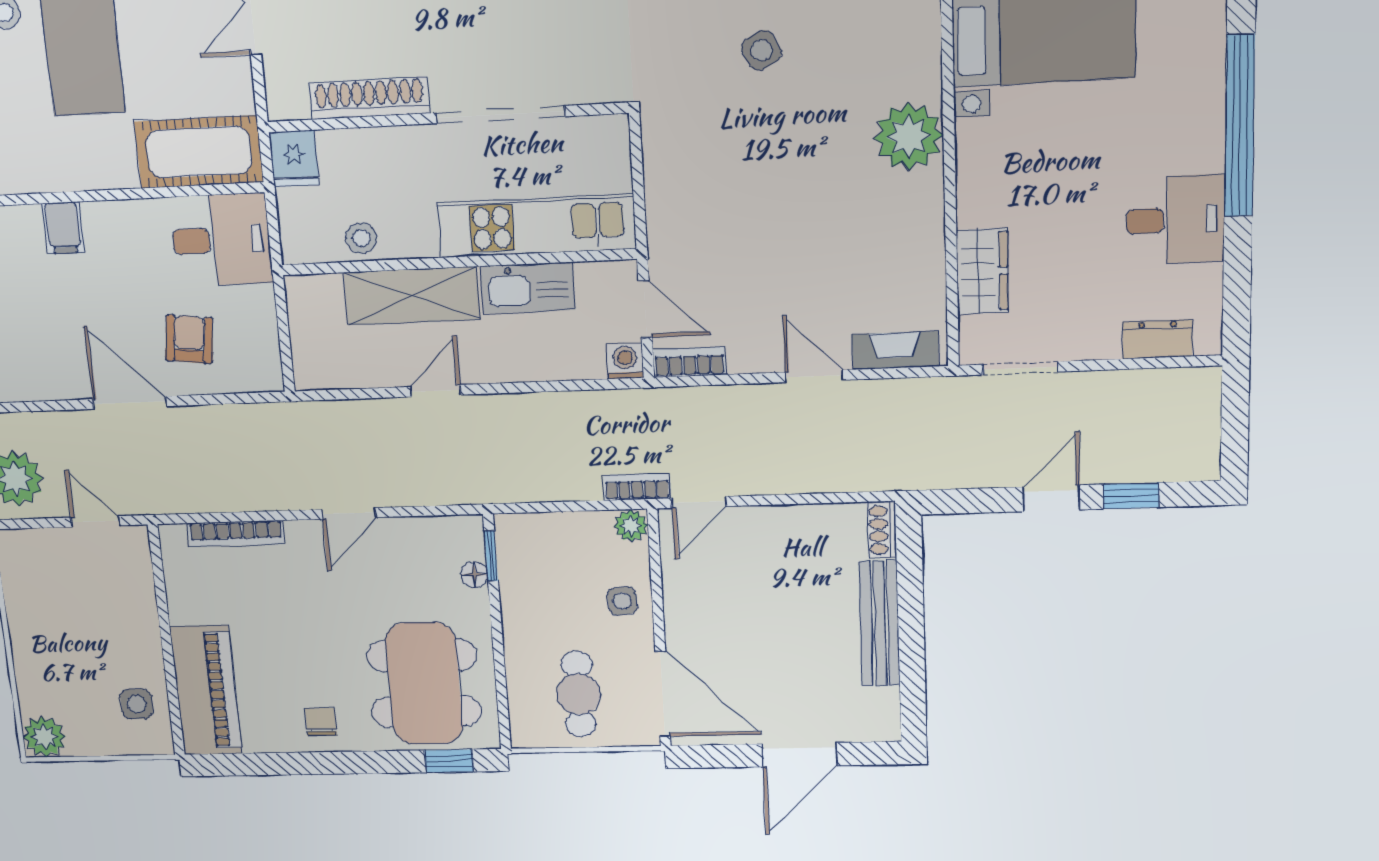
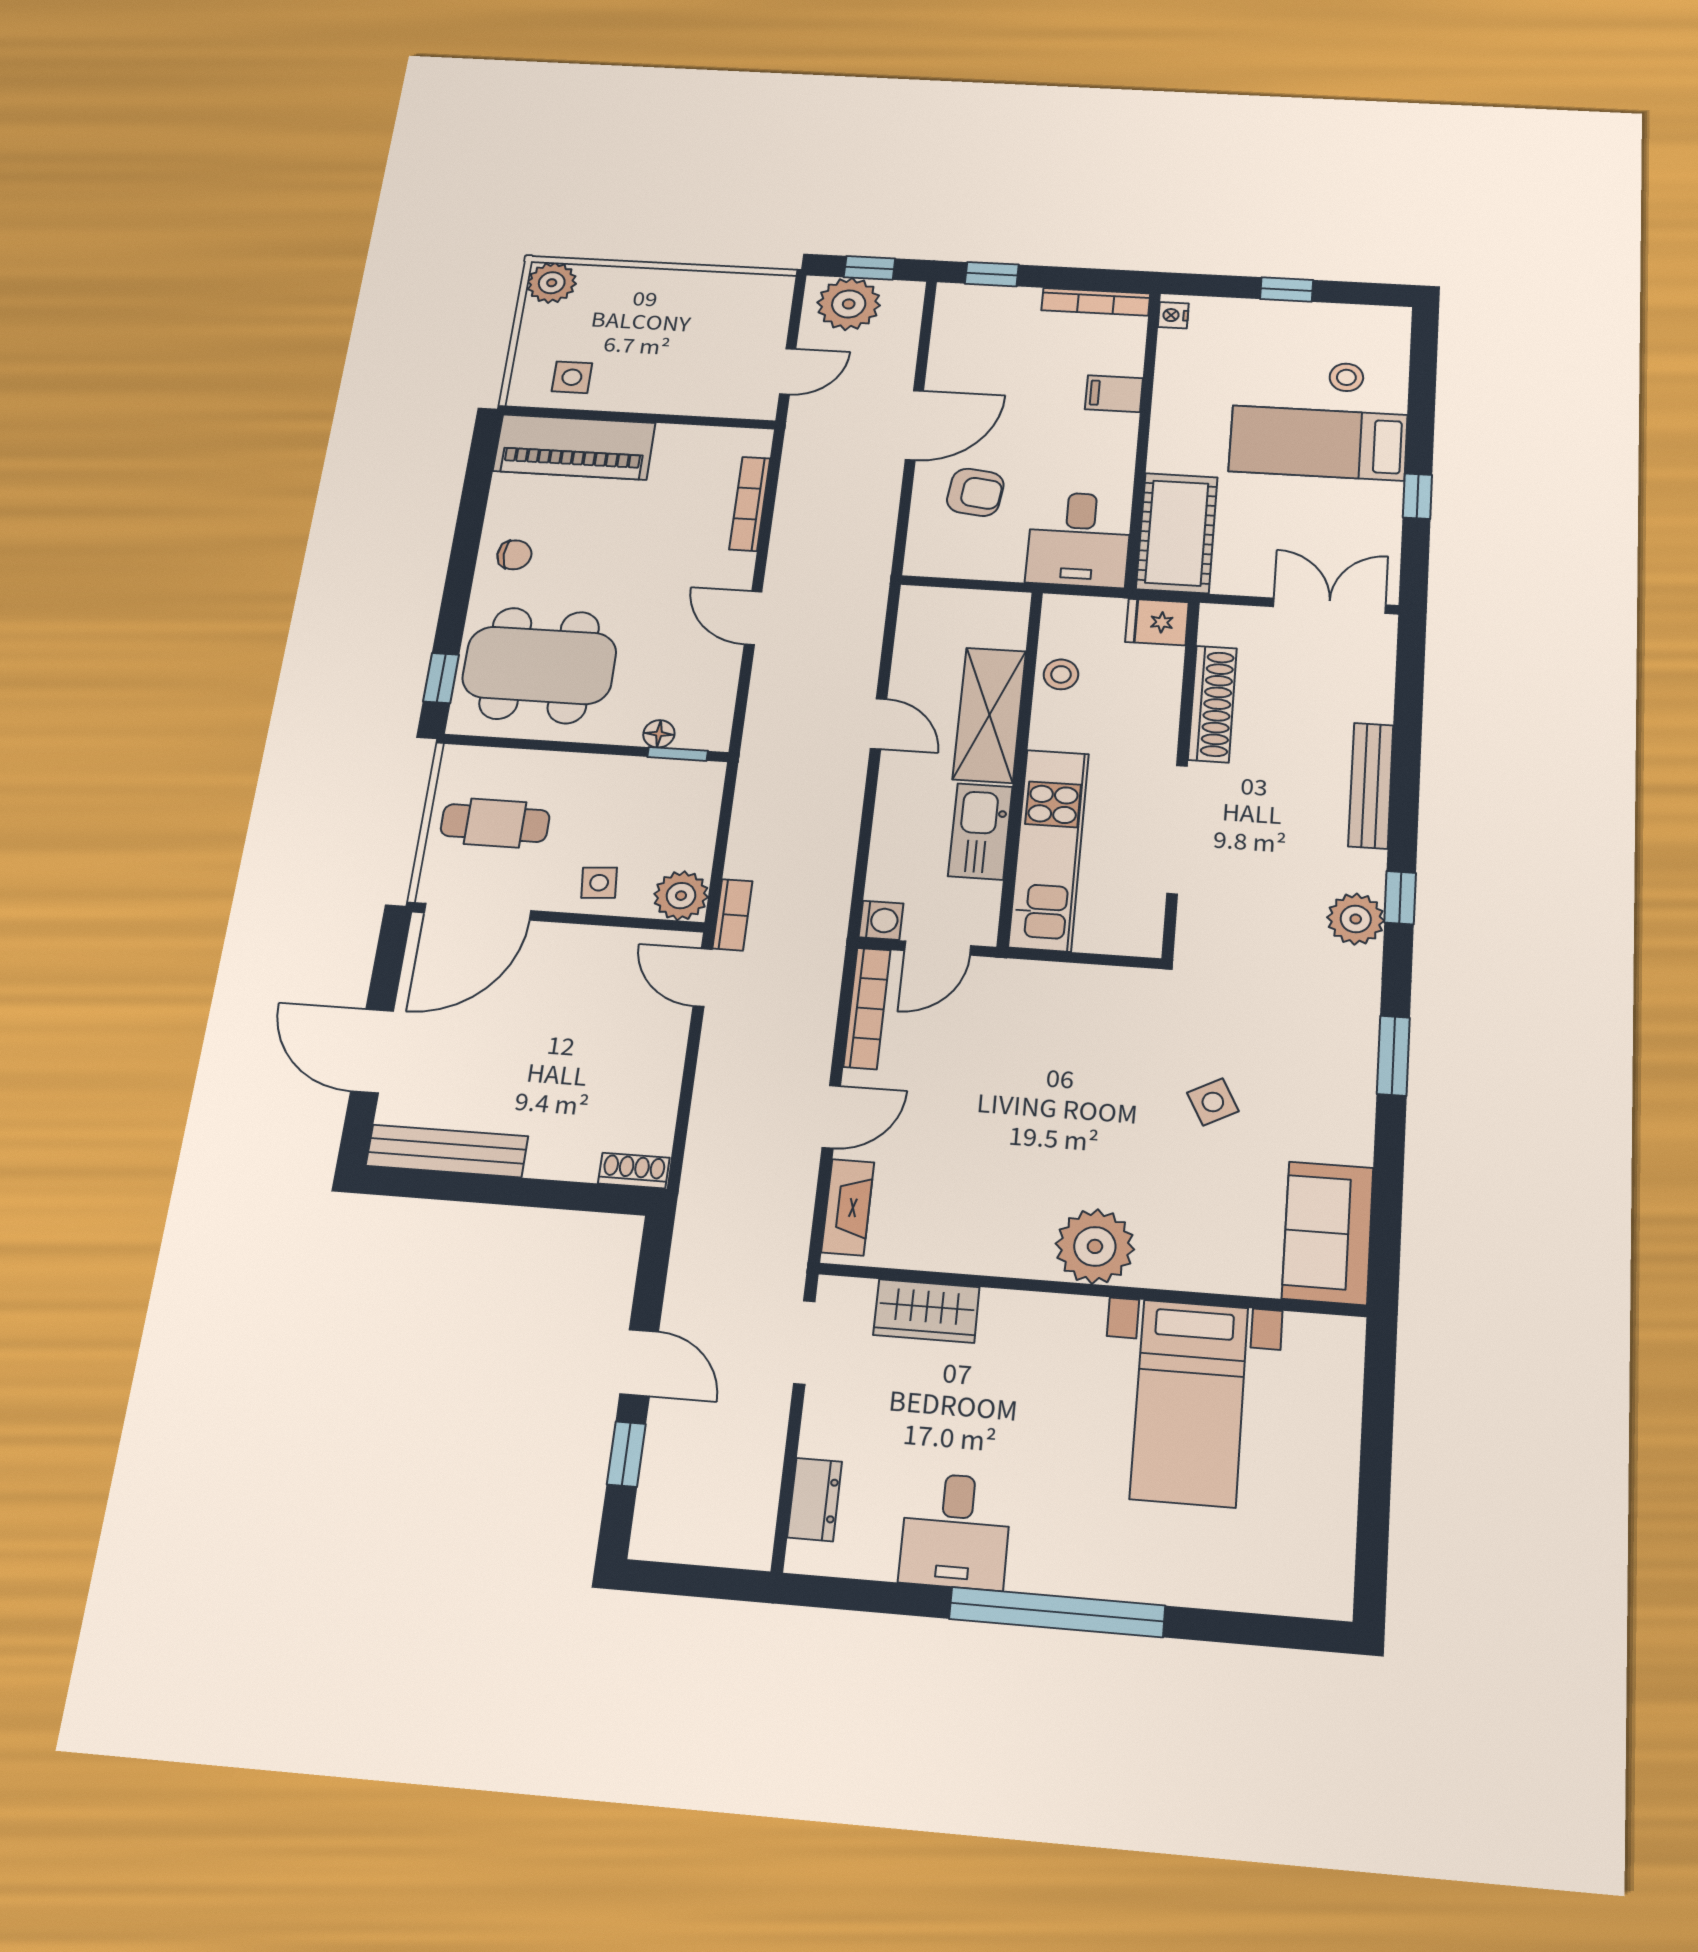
bookcase: (689, 362) -> (867, 1008), width x1.56
plant: (631, 526) -> (681, 896), width x1.38, depth x1.38
bench: (880, 623) -> (447, 1151), moved

